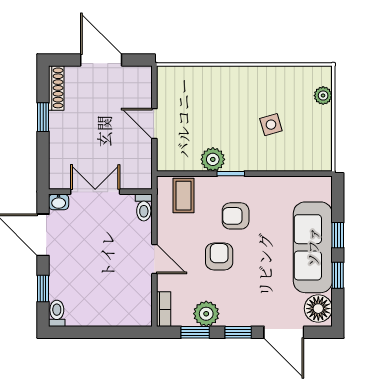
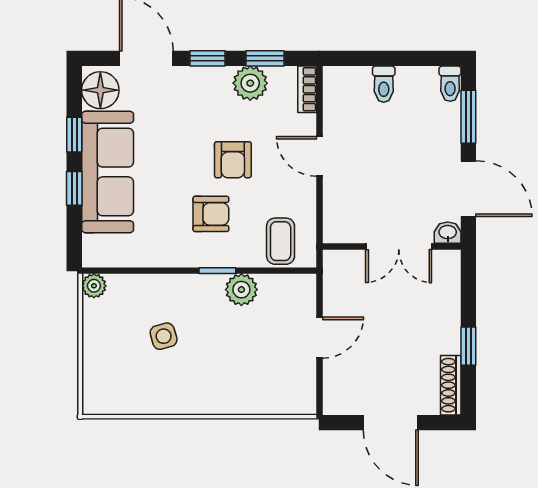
plant: (323, 96) -> (94, 286), moved
door: (154, 124) -> (319, 338), hinge flipped
toilet: (144, 207) -> (384, 84), moved, turned 180
window: (43, 289) -> (468, 117), width x1.50

